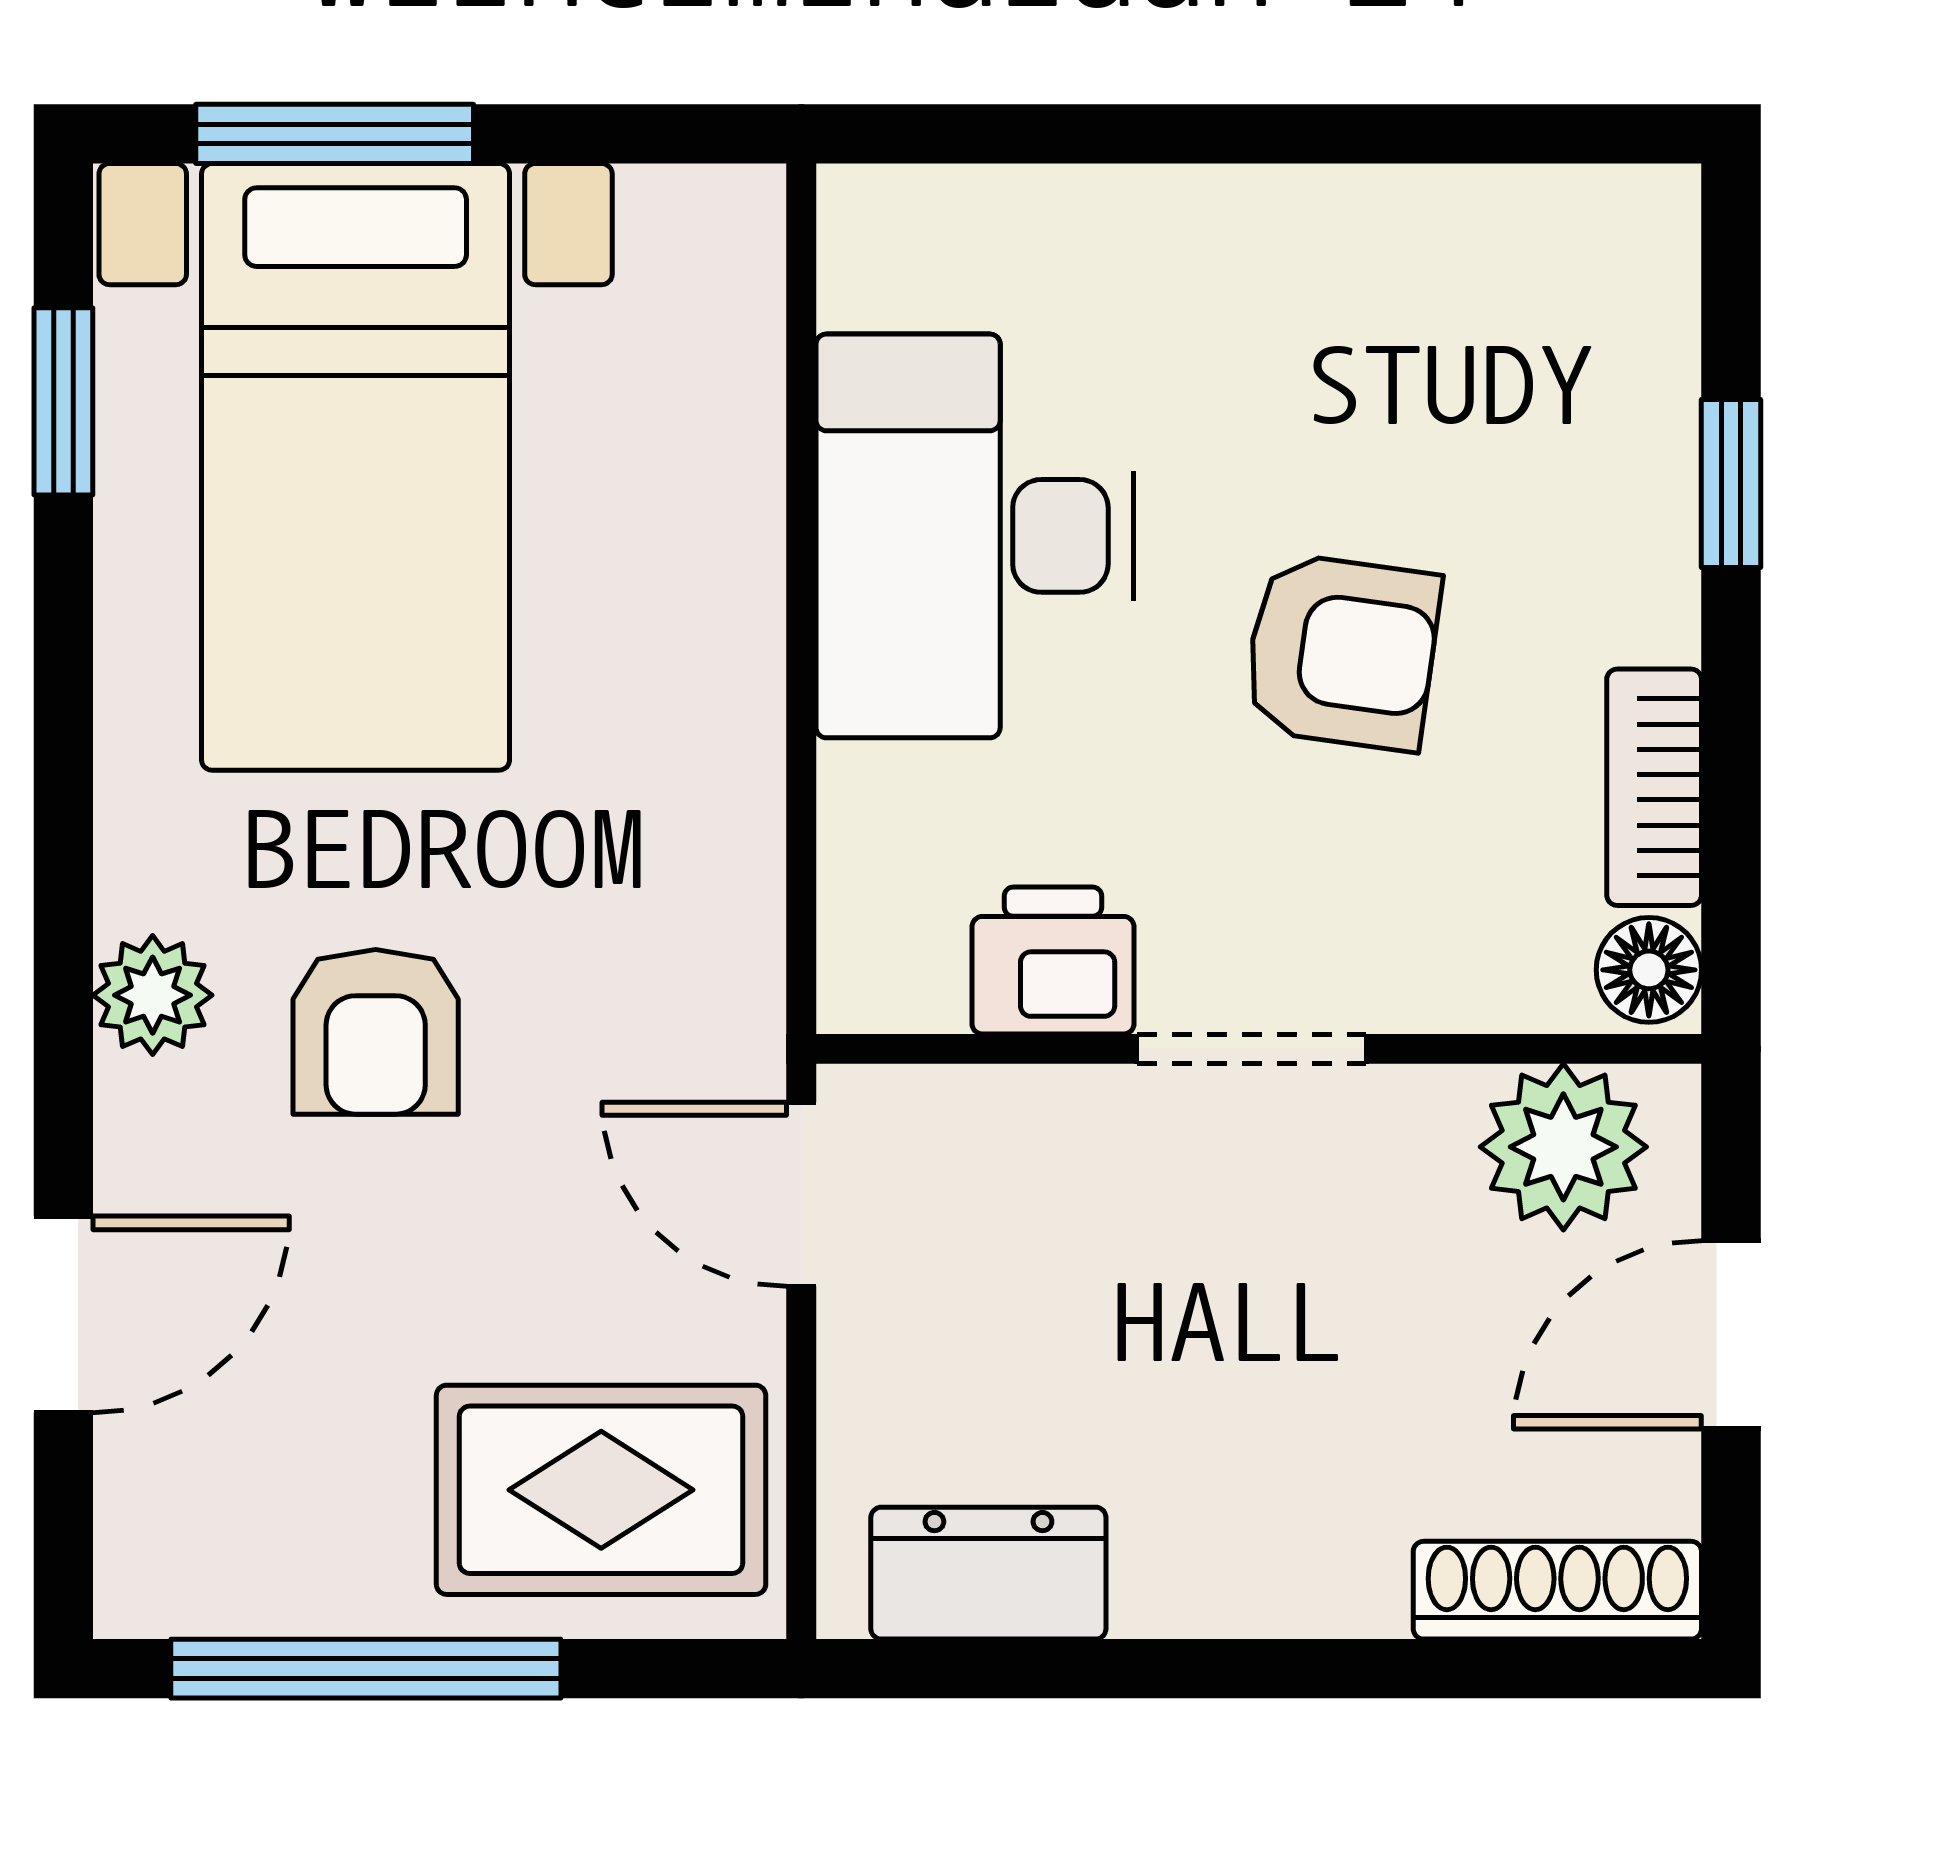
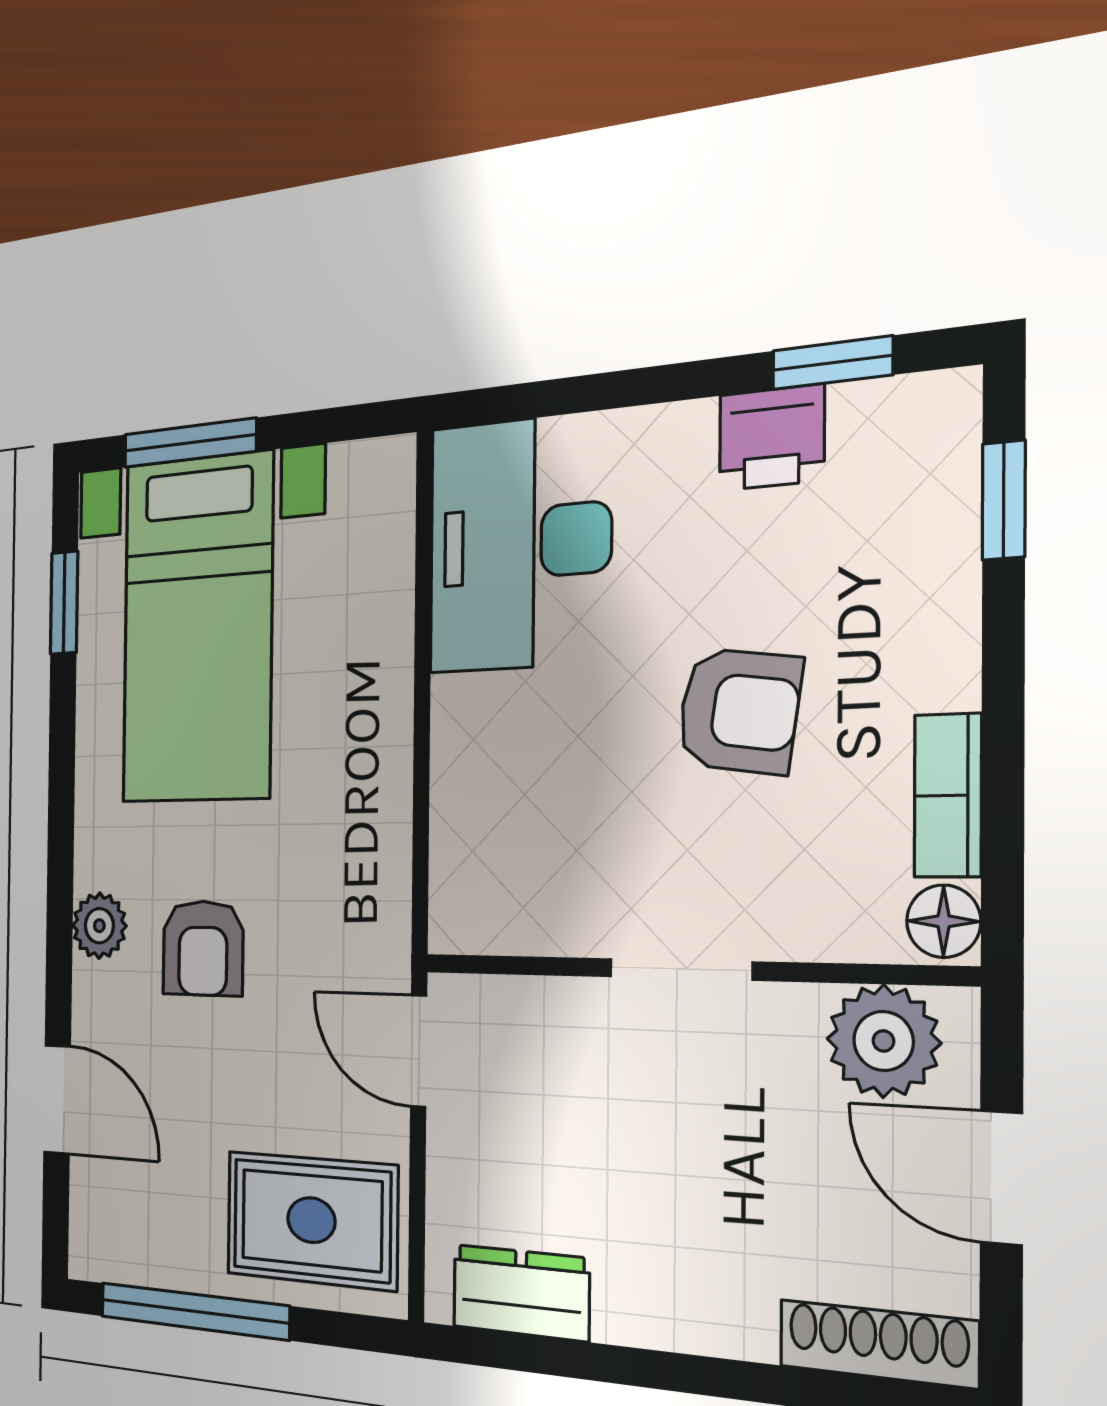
window: (1483, 134) -> (832, 363), added
window: (1731, 483) -> (1004, 500), moved
desk: (975, 536) -> (520, 544), moved
printer: (1053, 961) -> (772, 438), moved, turned 180
door: (63, 1314) -> (57, 1099), hinge flipped
door: (1731, 1335) -> (1001, 1178), hinge flipped

